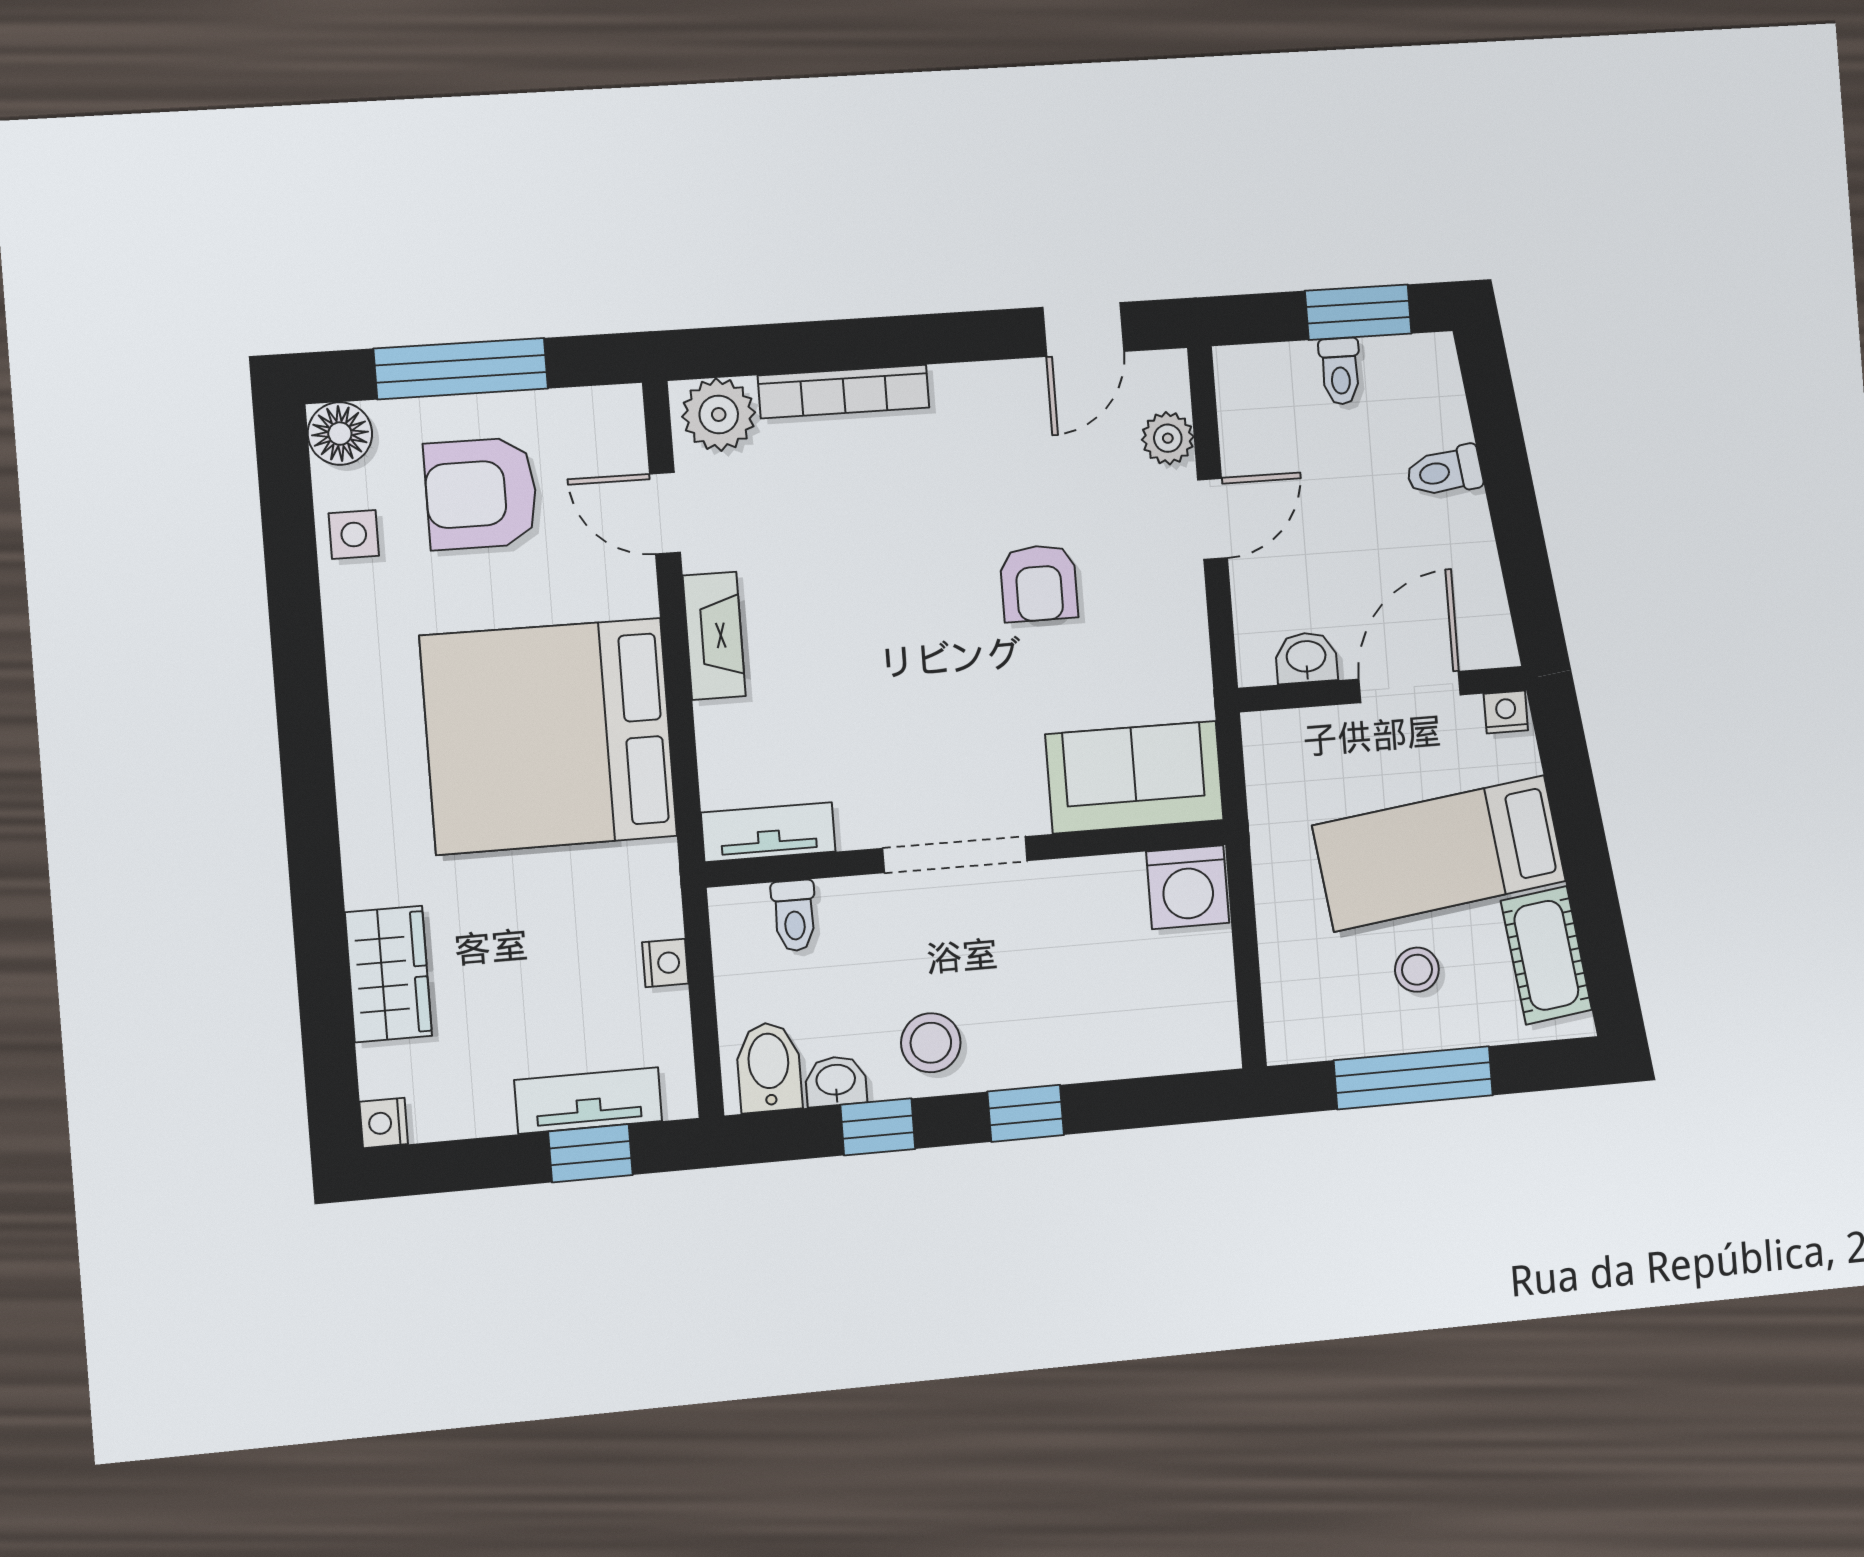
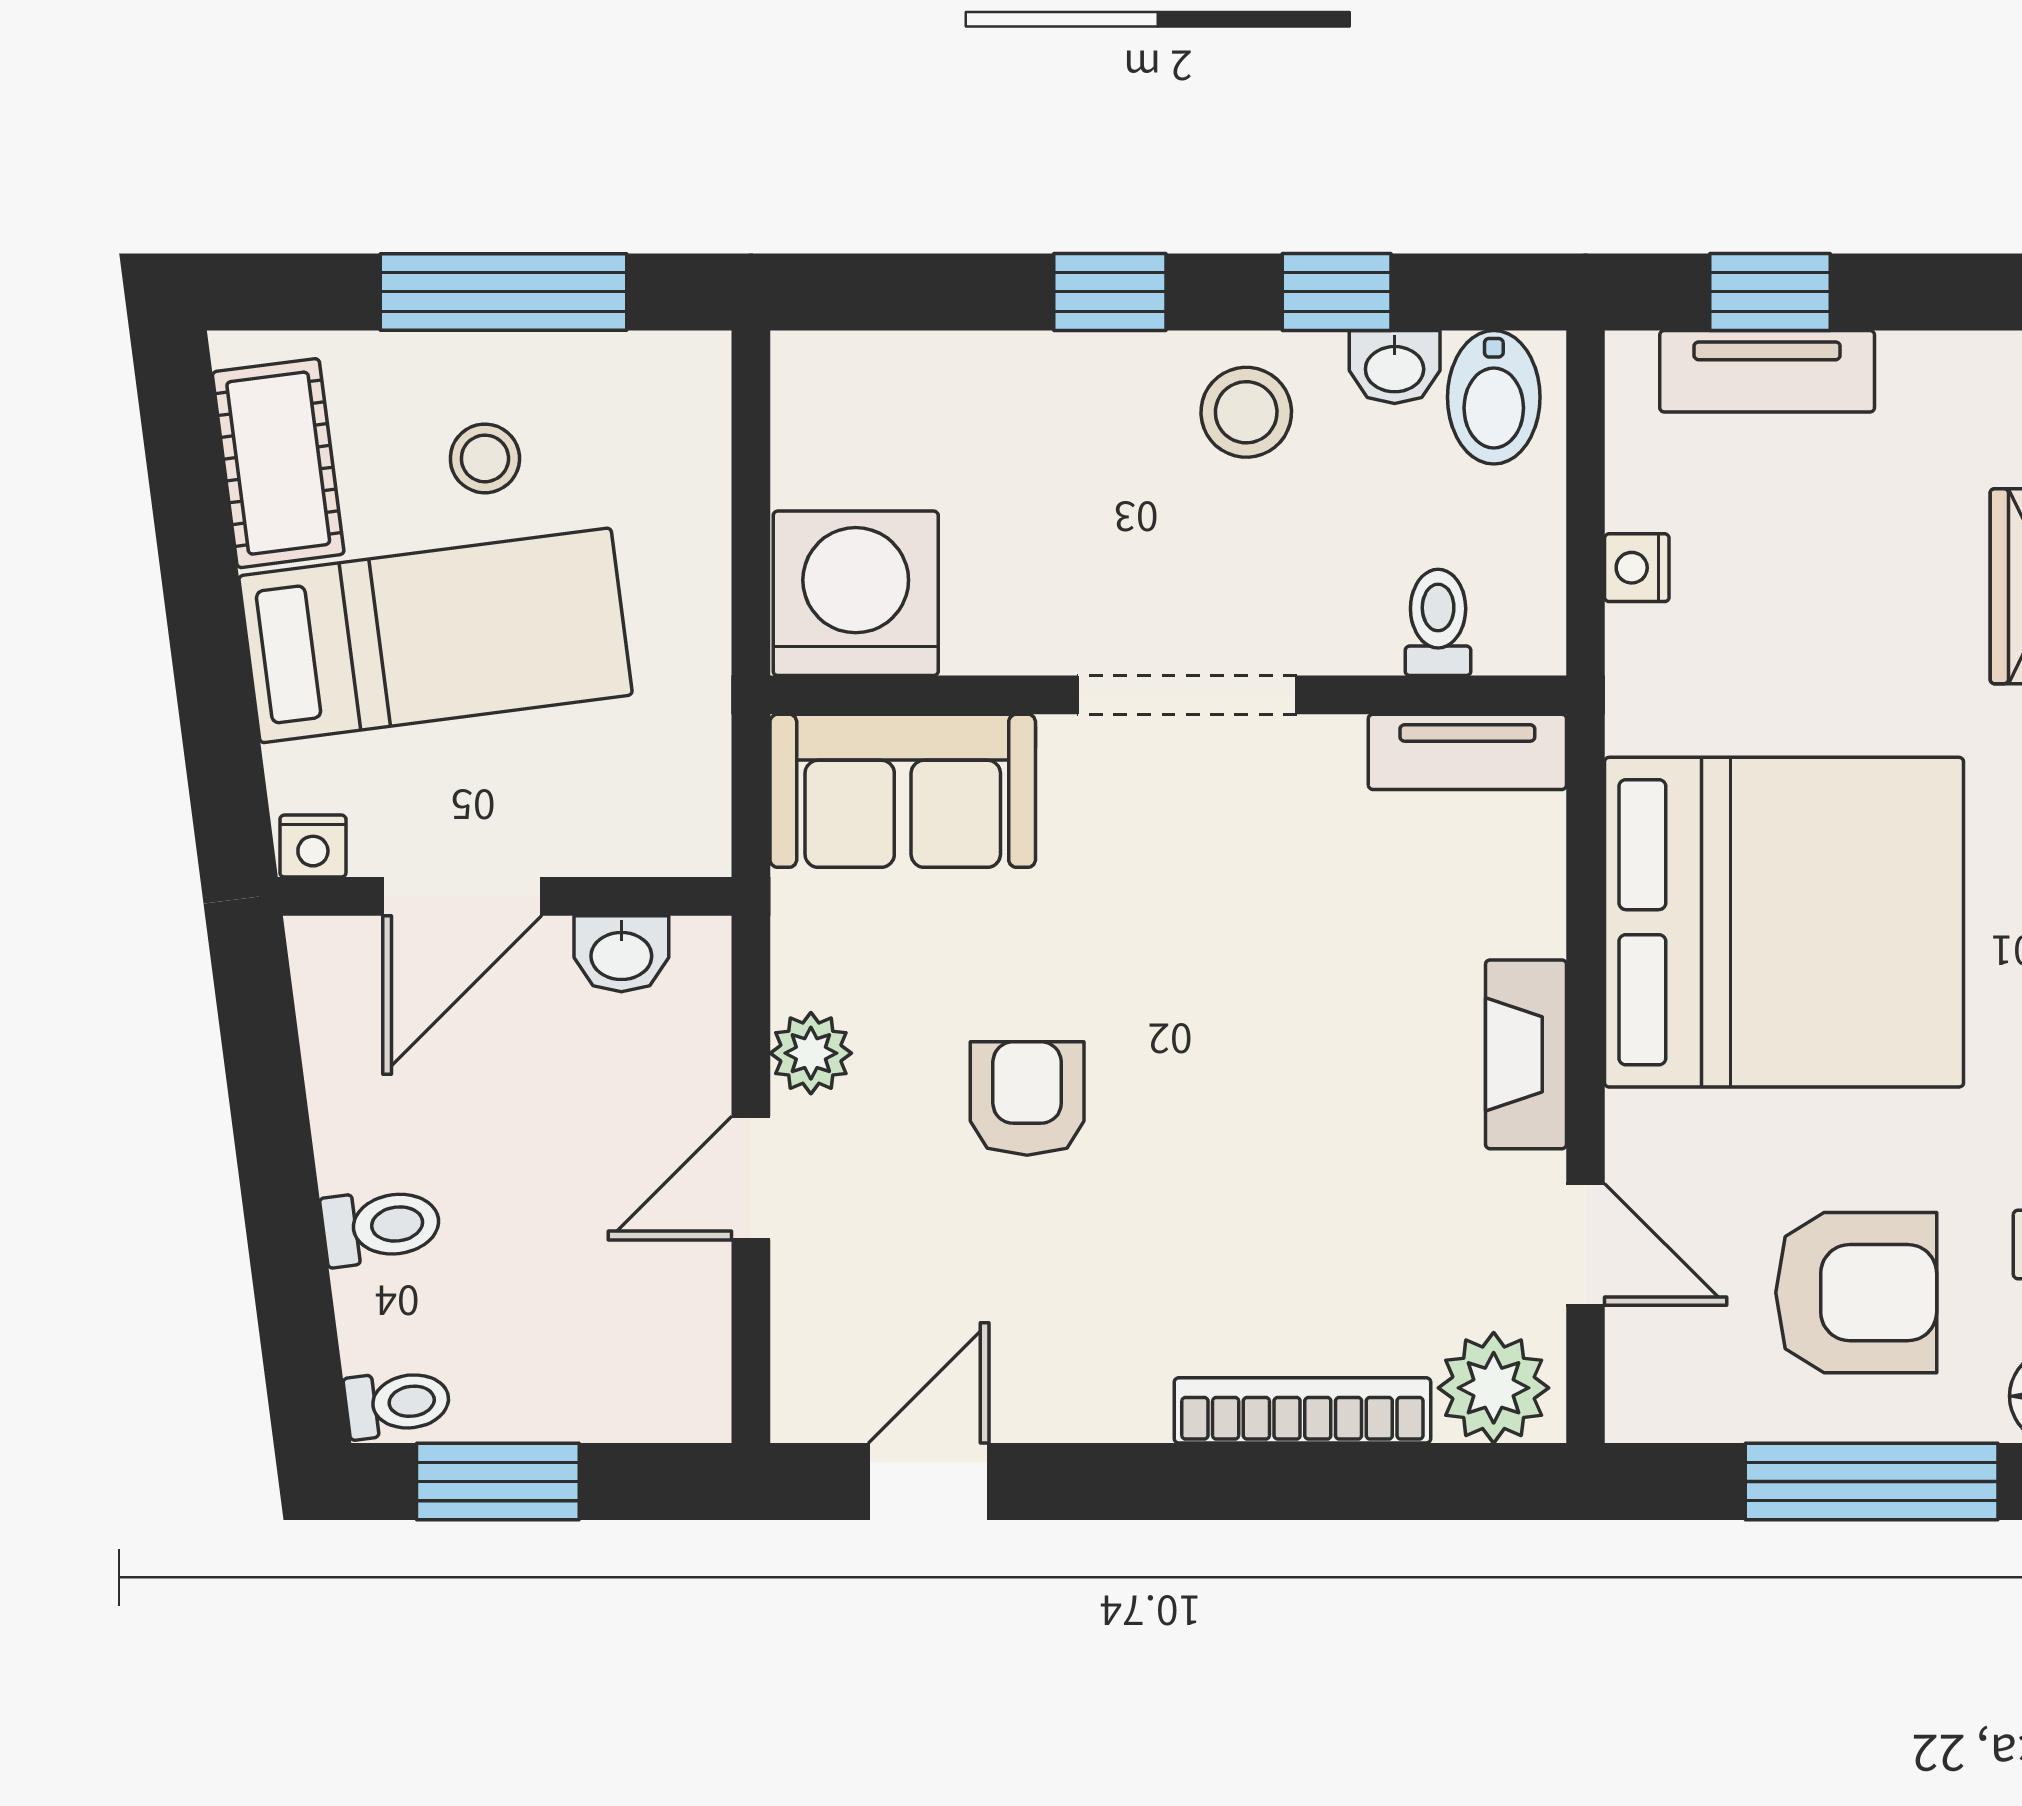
toilet: (1340, 371) -> (398, 1403), moved, turned 83
plant: (1168, 438) -> (811, 1053), moved
washing machine: (1188, 887) -> (856, 593), width x1.37, depth x1.37

